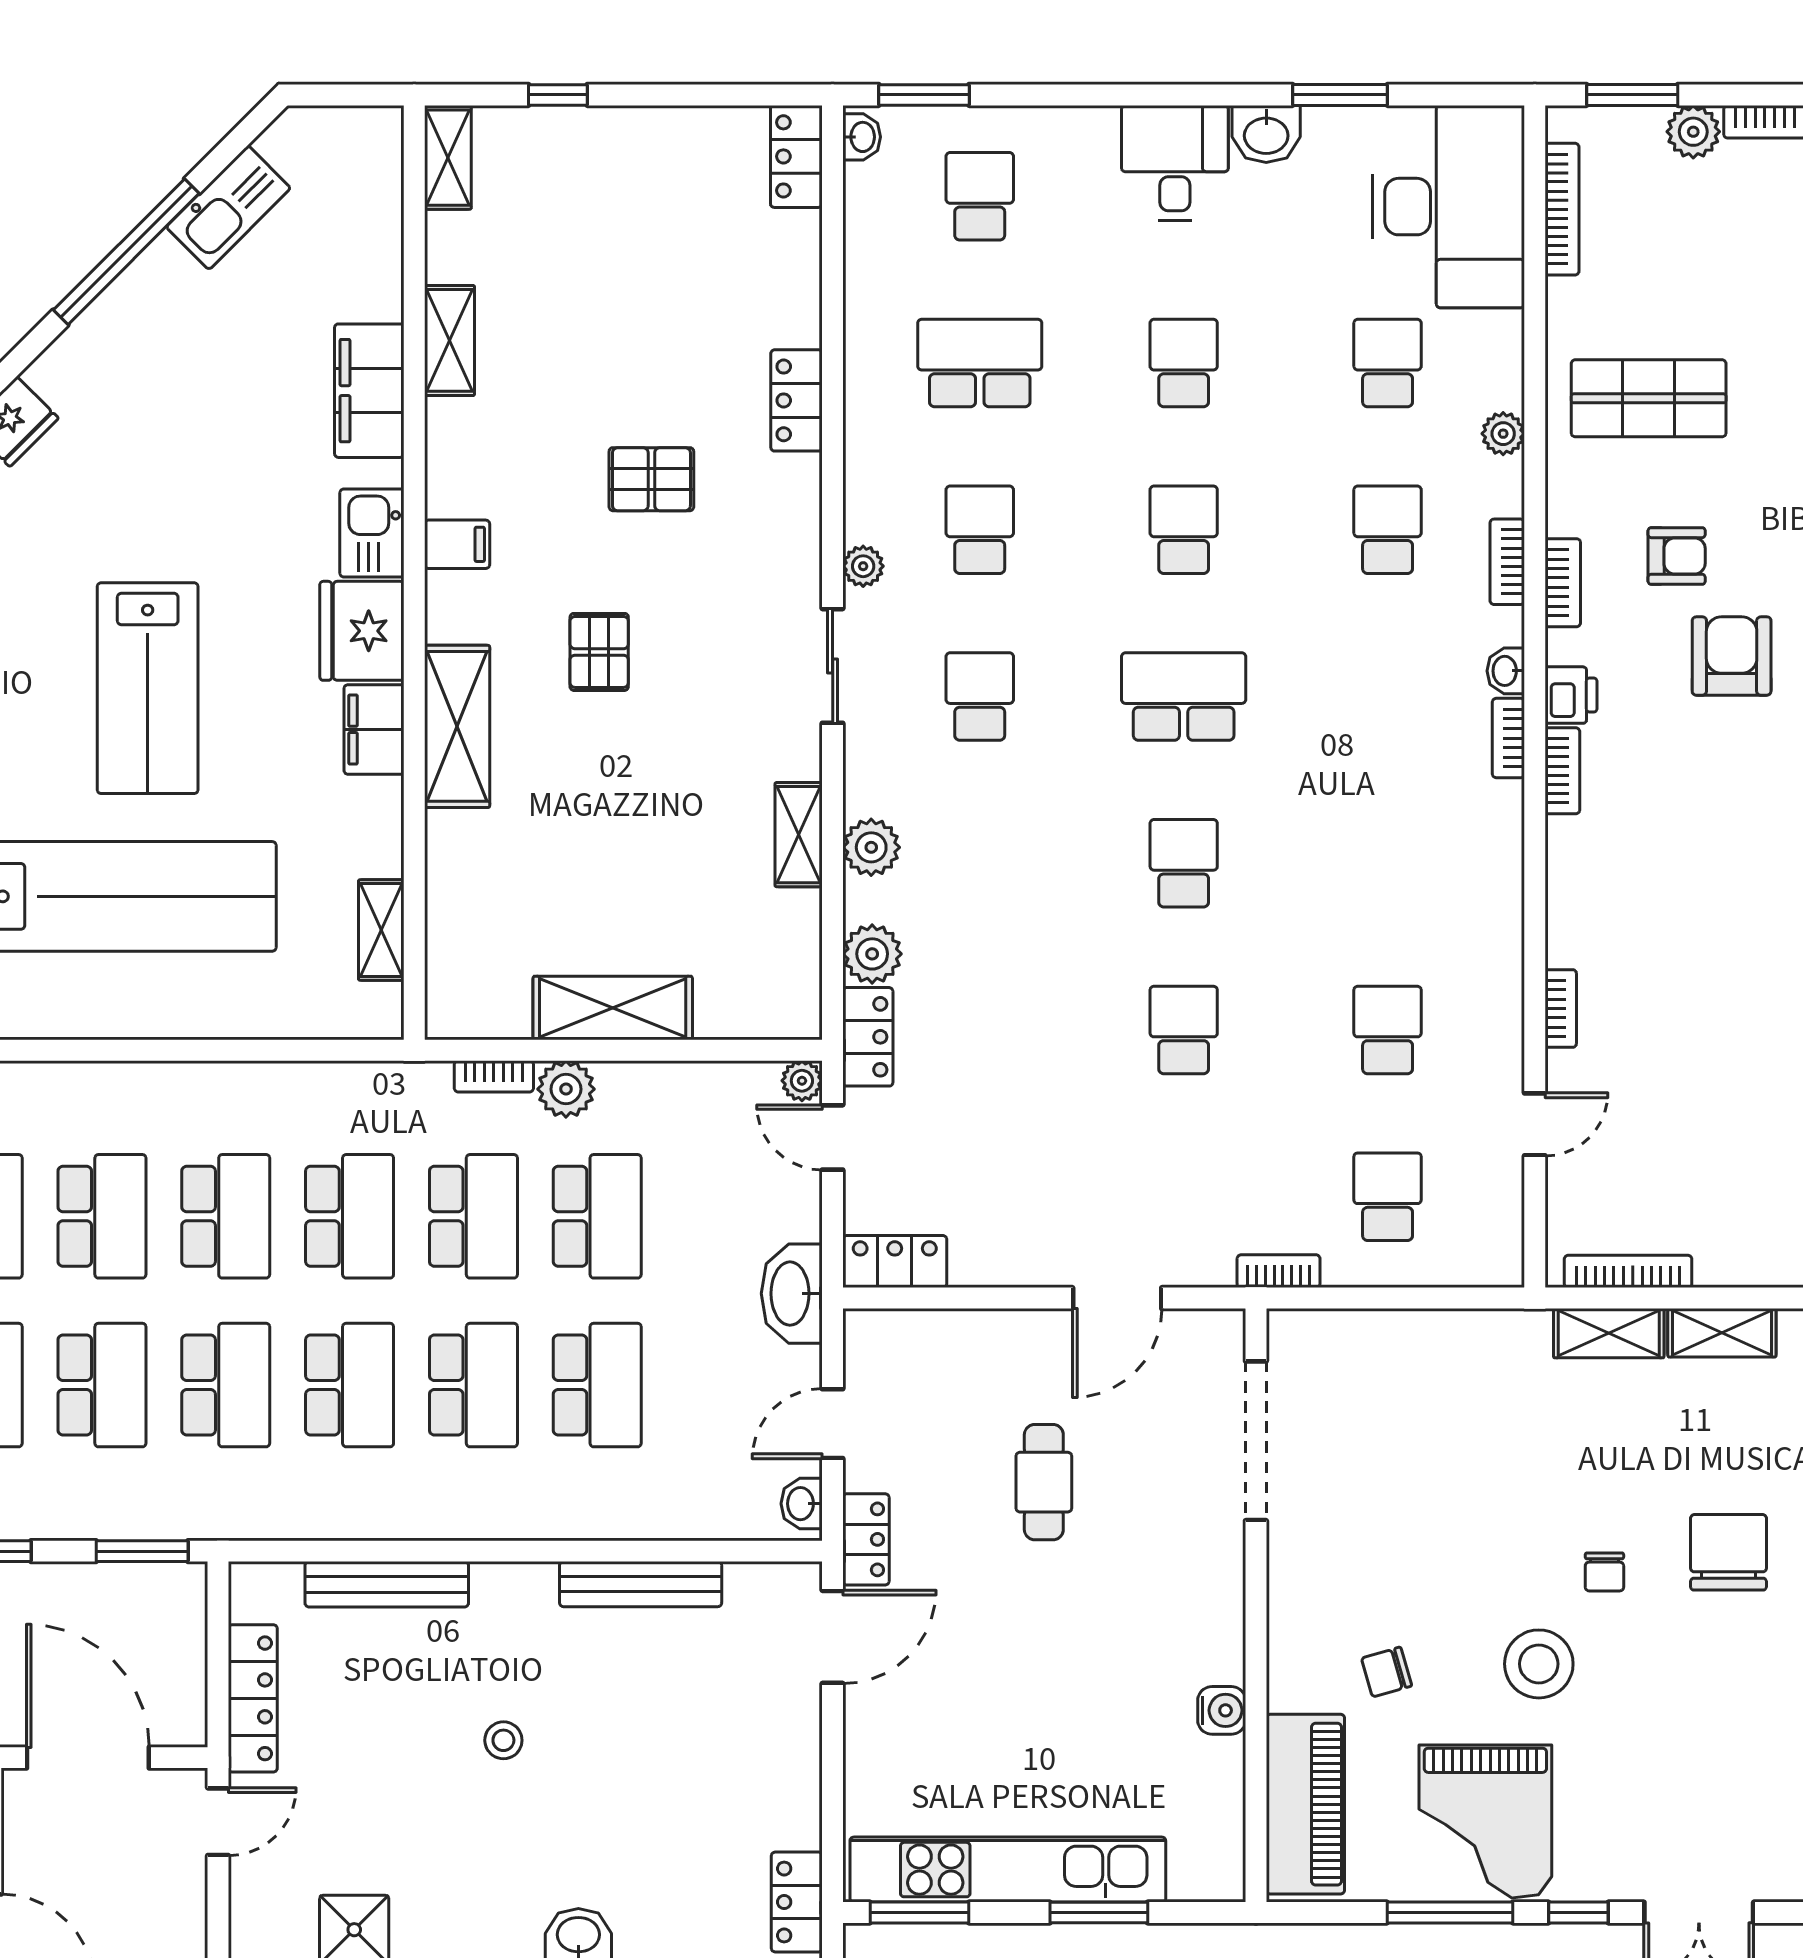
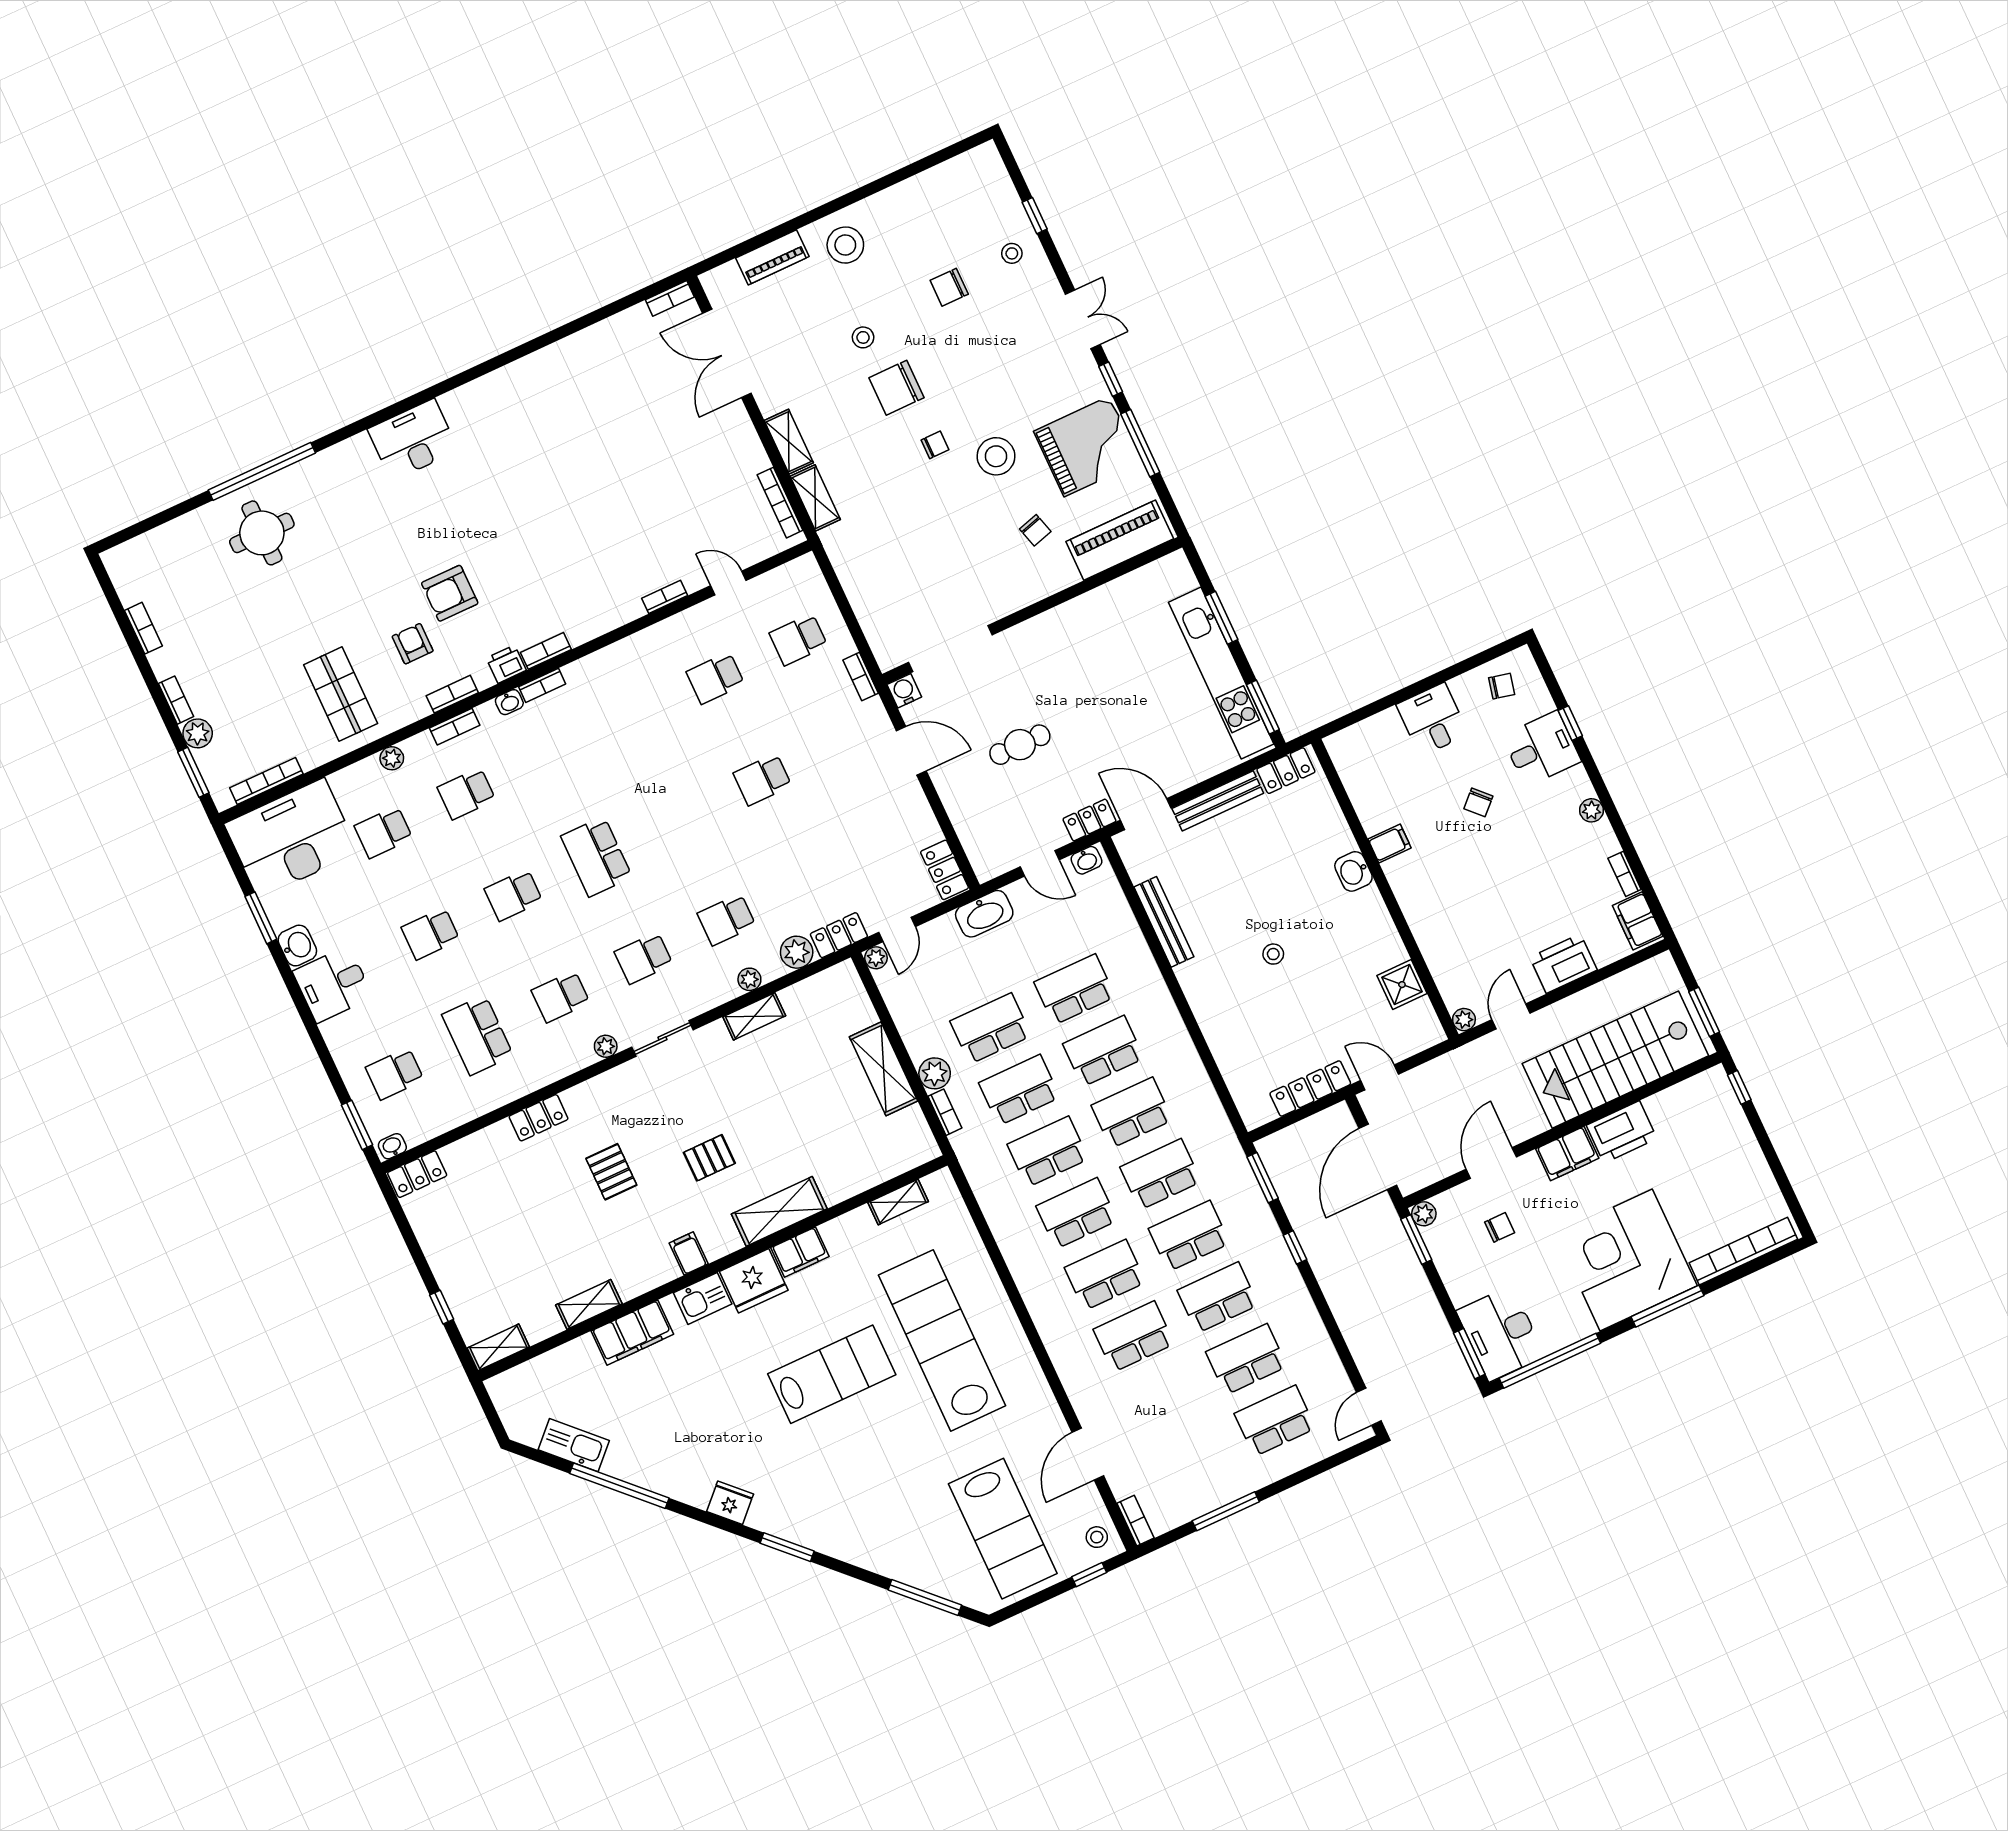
plant: (871, 847) -> (749, 979), width x0.73, depth x0.73
school desk: (1184, 863) -> (727, 920), moved
bench: (387, 1584) -> (1218, 801), moved, turned 90
water cooler: (1222, 1710) -> (904, 691), moved

